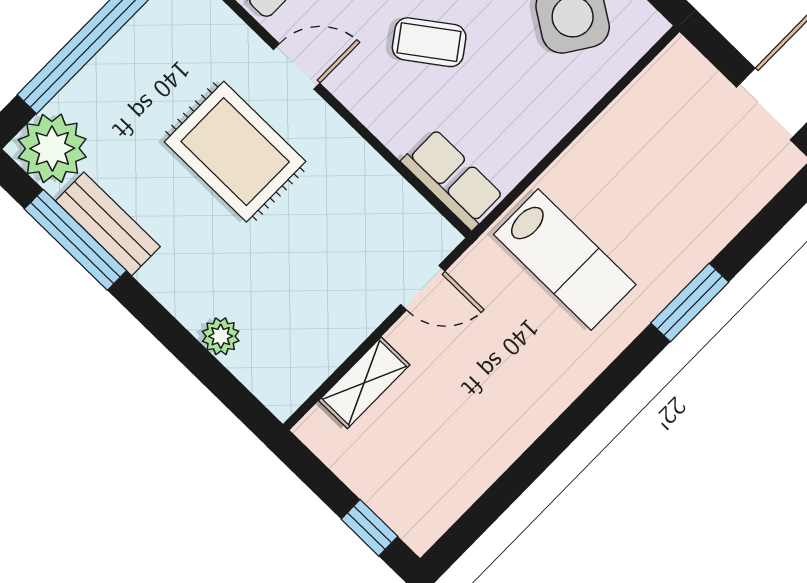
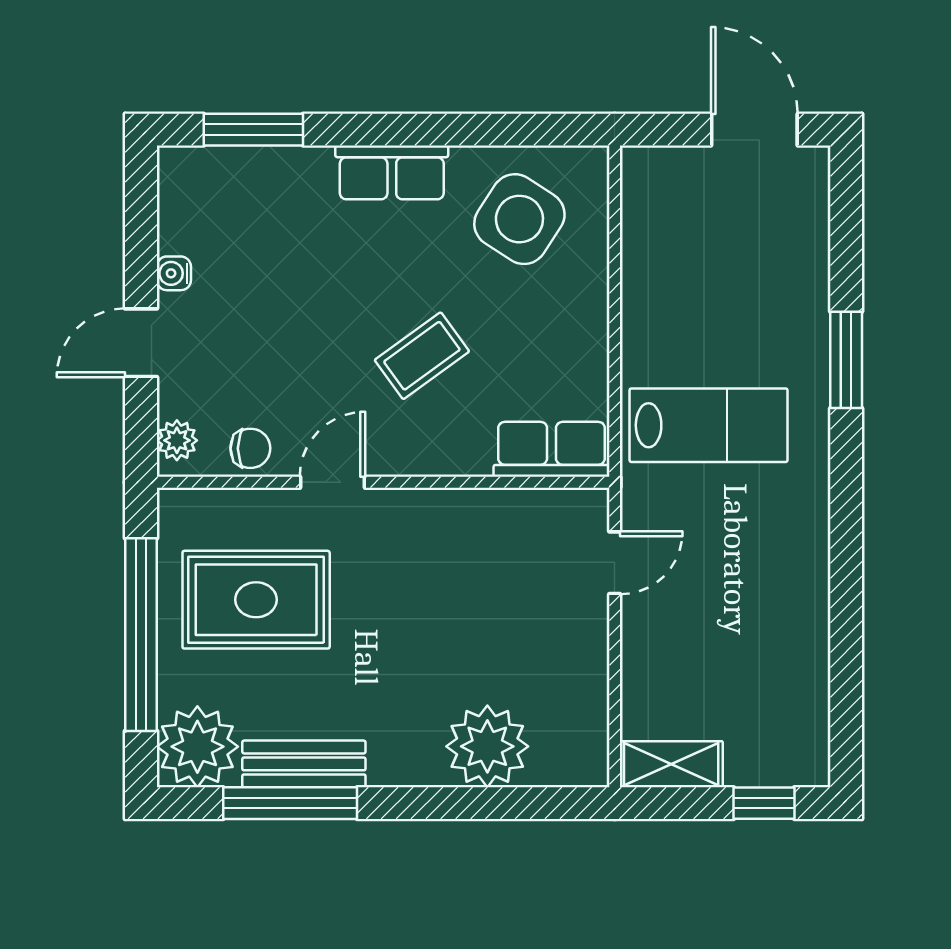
rug: (235, 152) -> (256, 600), moved
plant: (221, 336) -> (487, 746), width x1.87, depth x1.87
shelving: (364, 383) -> (671, 764), moved, turned 90

